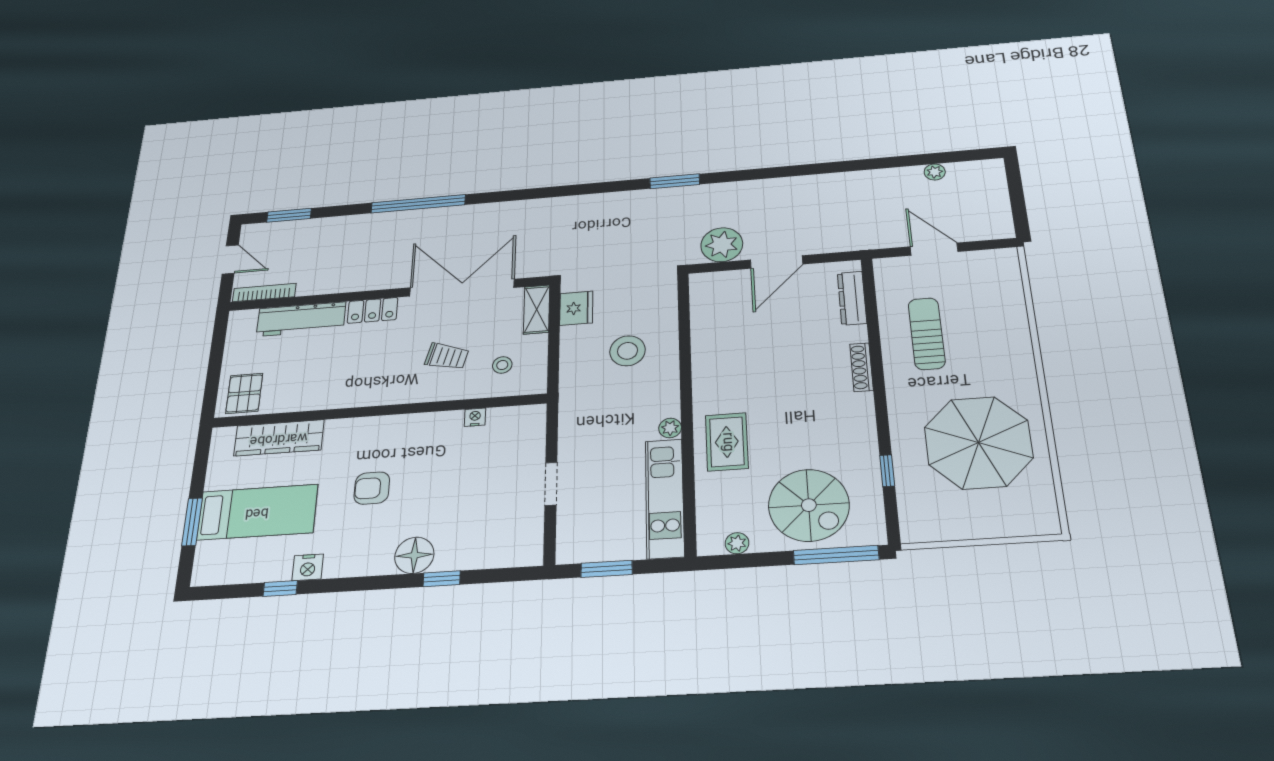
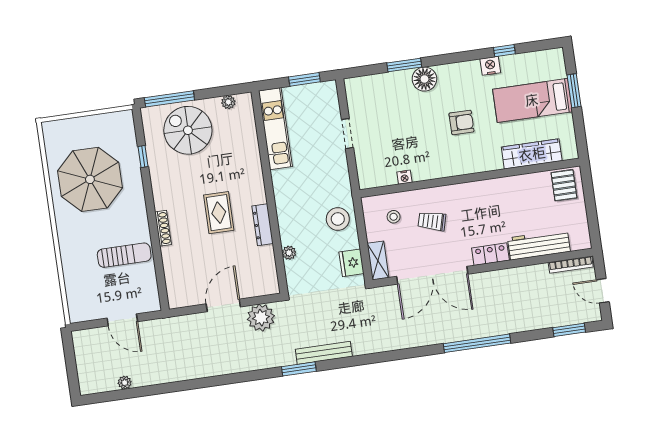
bench: (636, 199) -> (324, 353), added
dresser: (852, 298) -> (263, 225), moved, turned 180
sun lounger: (927, 334) -> (124, 255), turned -90
stool: (628, 351) -> (338, 219), moved
plant: (670, 428) -> (289, 253), moved
rug: (727, 442) -> (219, 213), moved
window: (442, 579) -> (404, 65), width x1.50

